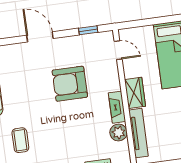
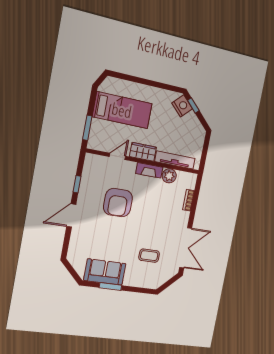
window: (140, 23) -> (87, 128), added
window: (88, 30) -> (77, 184), moved
door: (118, 50) -> (117, 156), moved

